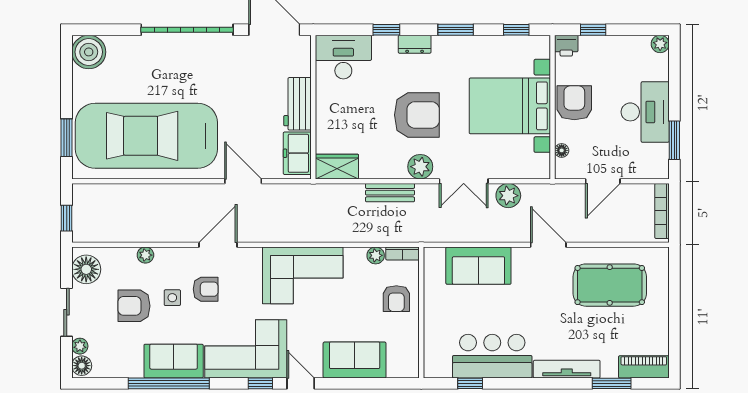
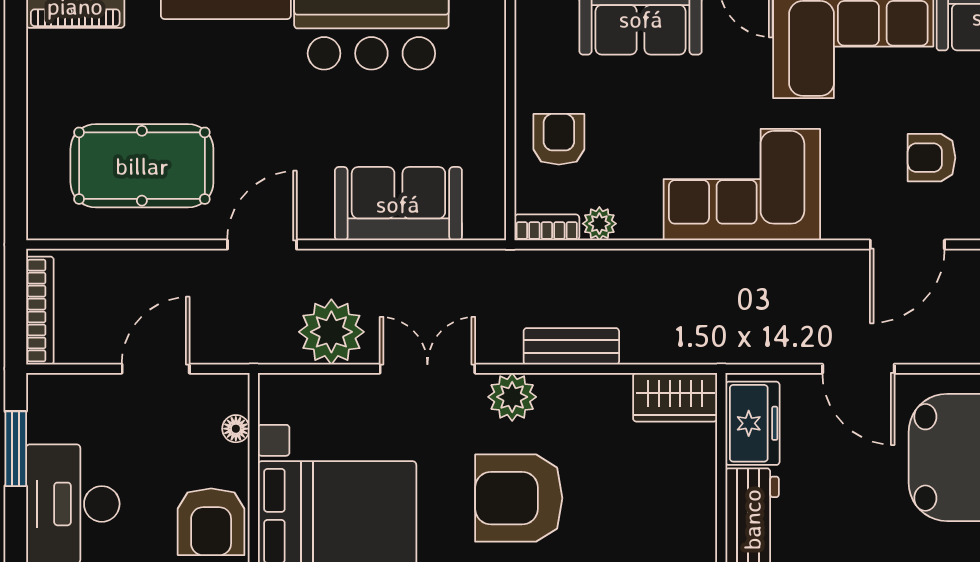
plant: (508, 196) -> (331, 332), width x1.36, depth x1.36
door: (548, 245) -> (262, 245), swing flipped

